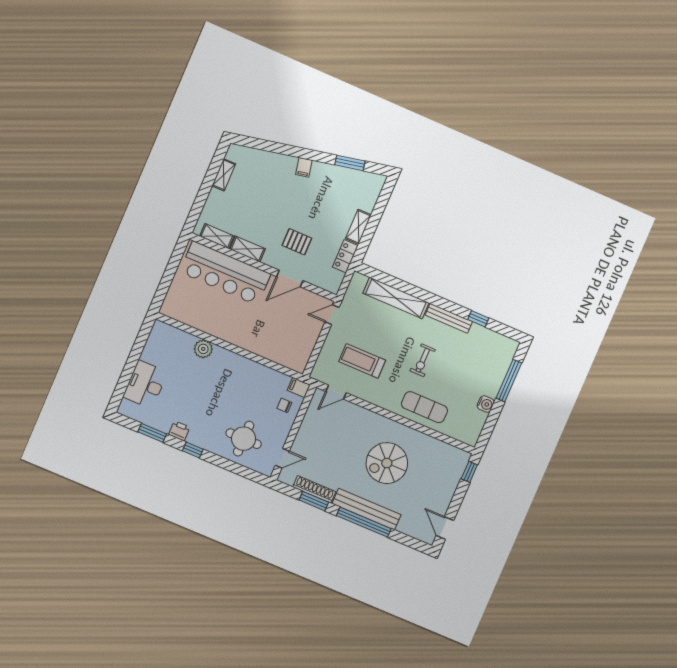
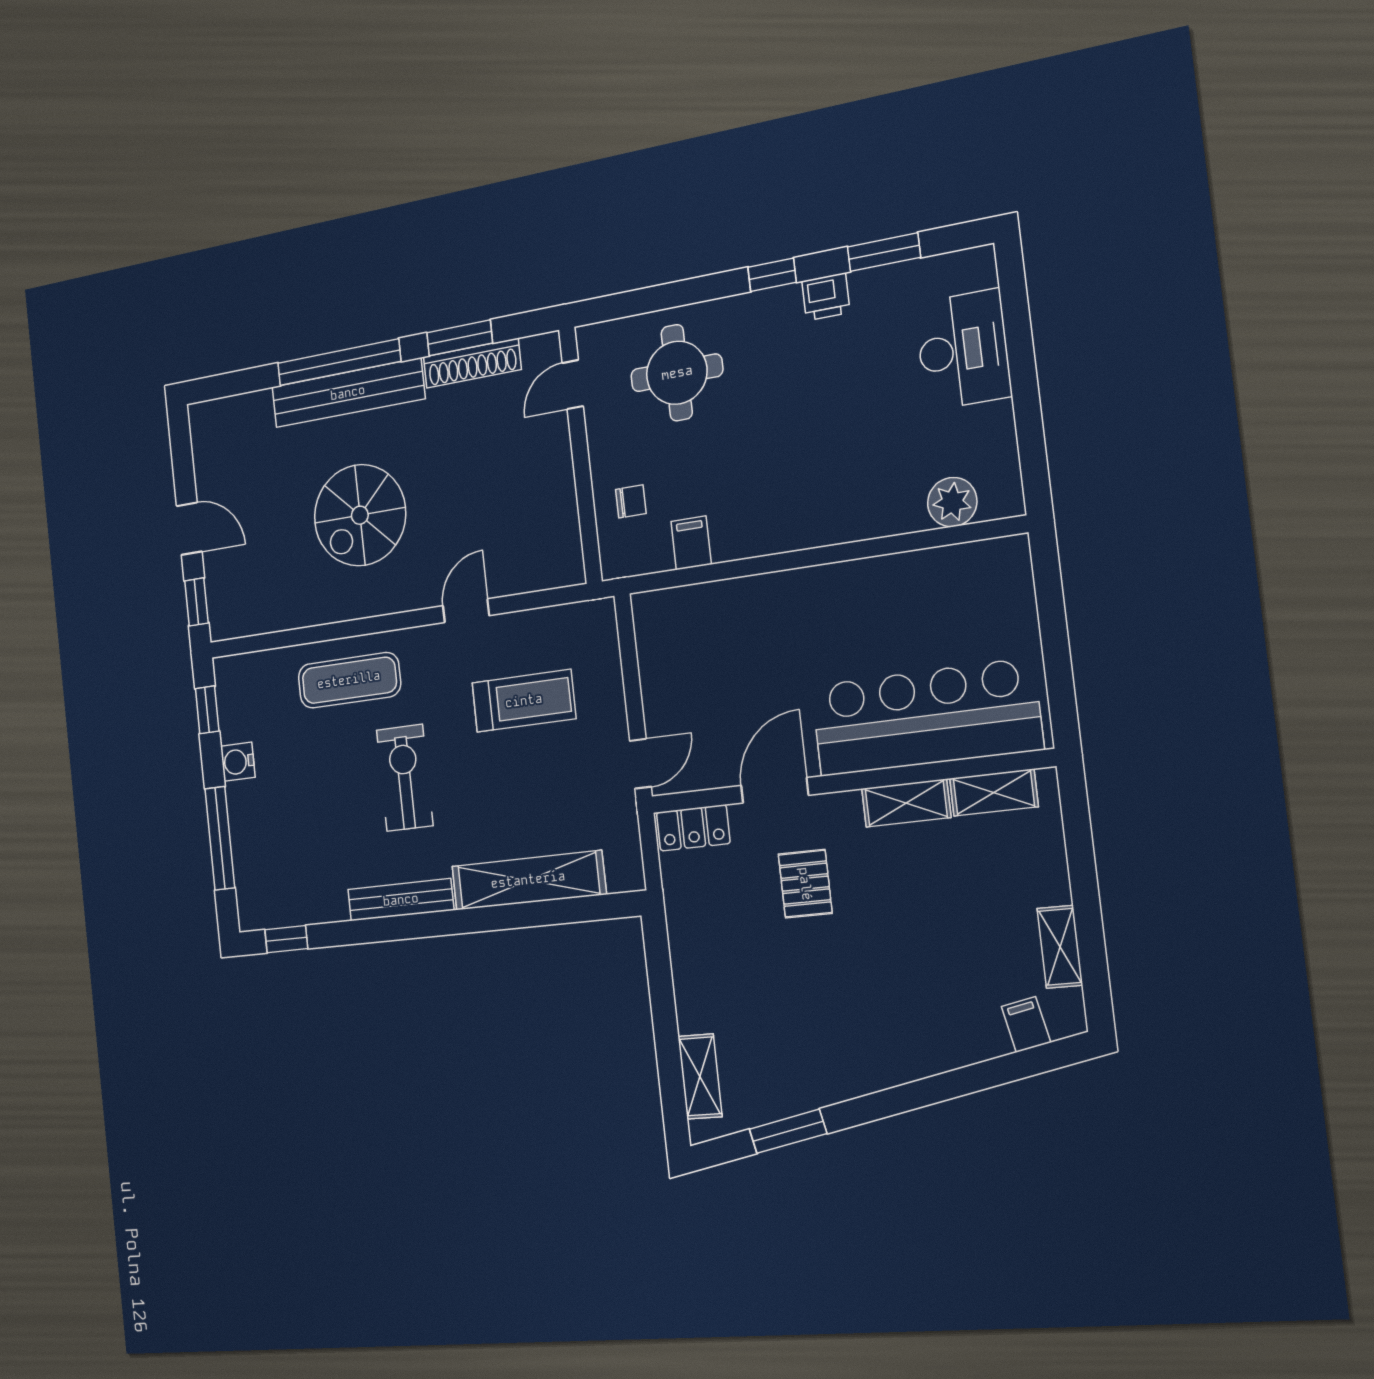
filing cabinet: (304, 167) -> (1026, 1024), moved
shelving: (358, 227) -> (700, 1076), moved
pallet: (297, 242) -> (805, 884), turned 90
locker: (345, 256) -> (693, 828), moved, turned 90
window: (478, 319) -> (286, 939), moved
plant: (203, 349) -> (952, 502), moved
exercise bike: (423, 360) -> (405, 778), width x1.38, depth x1.39
filing cabinet: (299, 387) -> (691, 543), moved, turned -90
door: (336, 392) -> (466, 611), moved
window: (487, 430) -> (207, 710), added
spiral stairs: (387, 463) -> (360, 515), turned 180
door: (445, 528) -> (189, 529), moved

